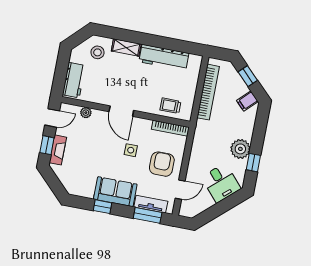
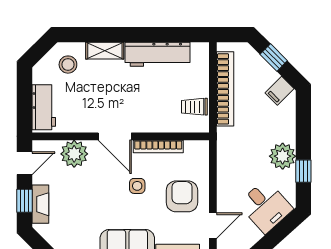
trolley: (170, 106) -> (194, 107), moved
plant: (86, 113) -> (74, 154), width x1.87, depth x1.87
bookcase: (170, 128) -> (158, 147), moved

